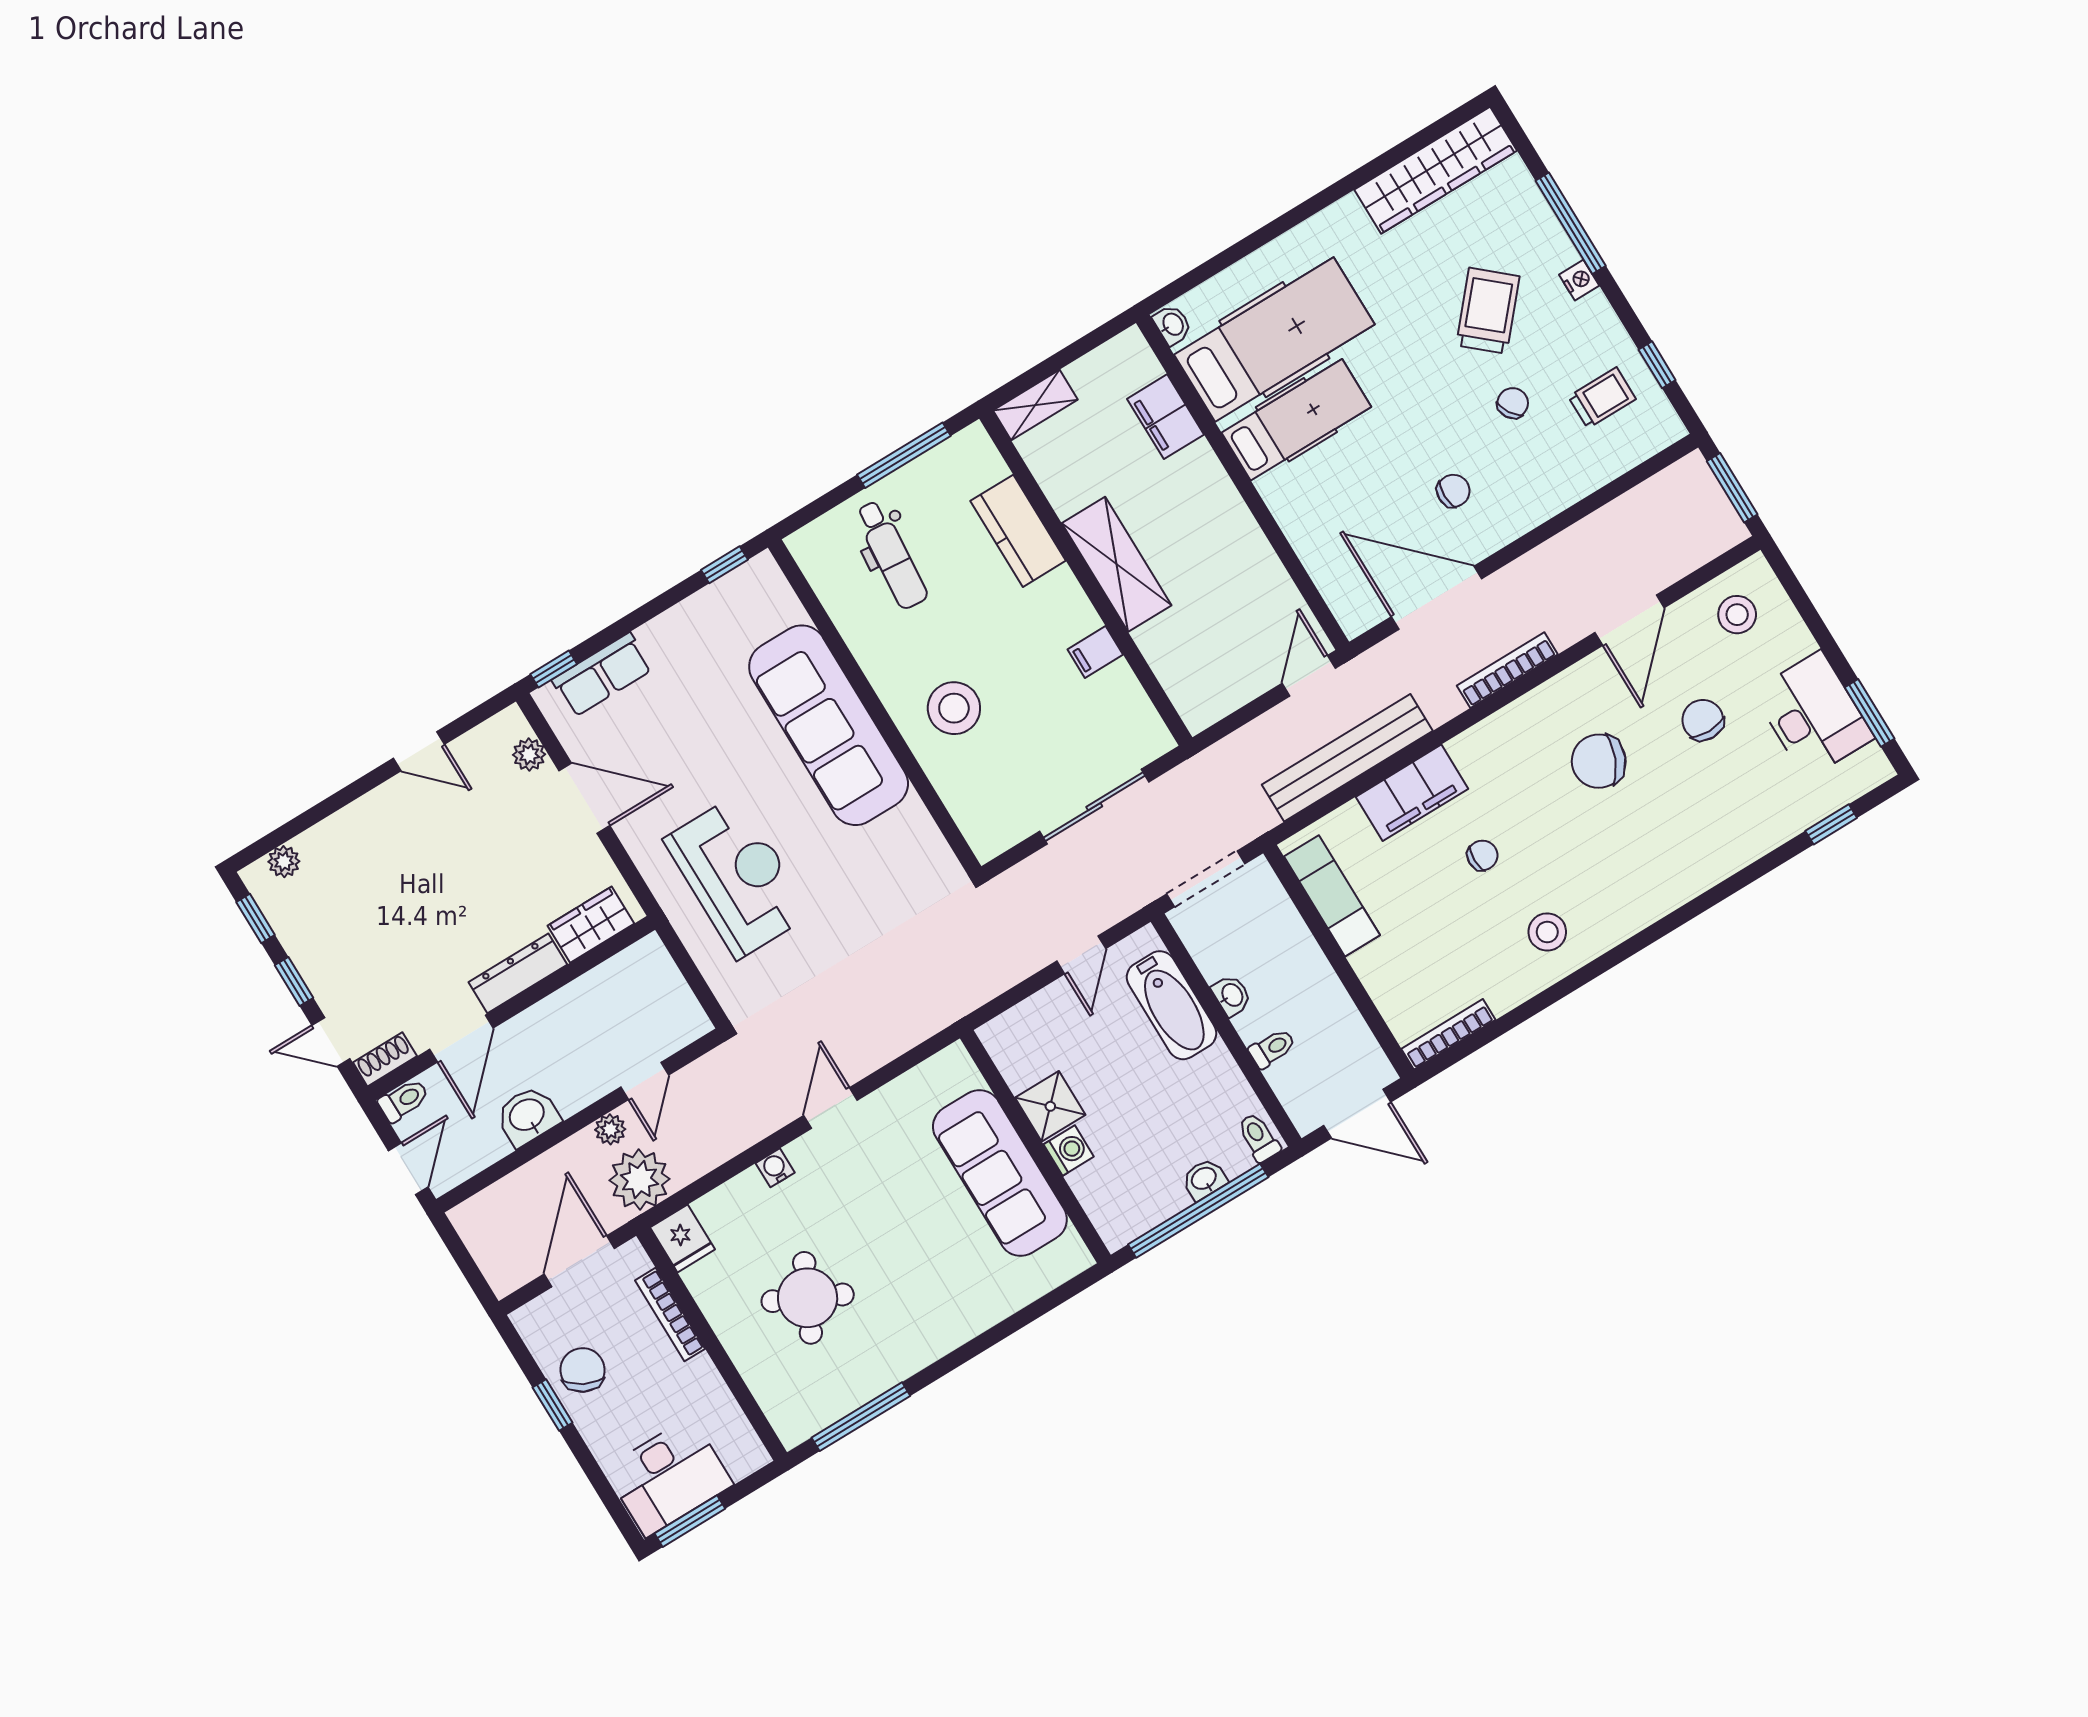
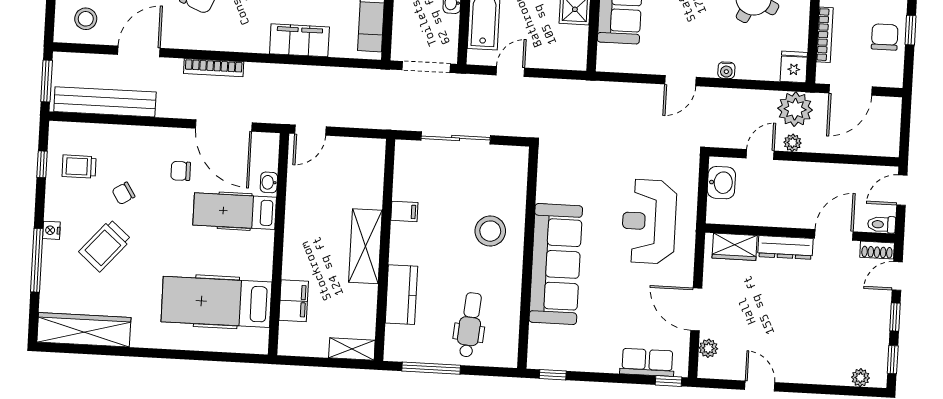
washbasin: (1172, 325) -> (269, 182), moved
hospital bed: (1296, 420) -> (235, 211), moved
bench: (1347, 758) -> (105, 102), moved
door: (331, 1042) -> (897, 276), swing flipped
washbasin: (527, 1116) -> (721, 183), moved, turned -90
chair: (583, 1370) -> (885, 37), turned 152

